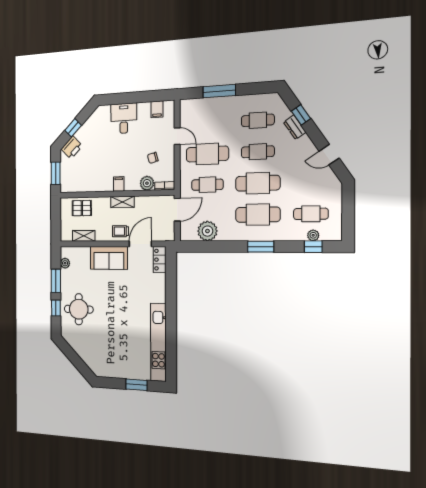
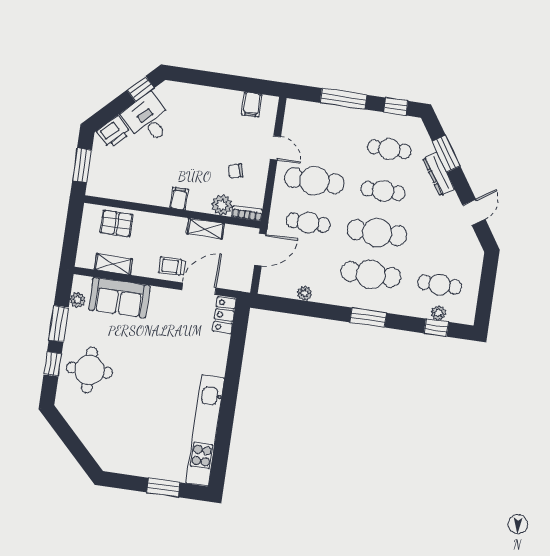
window: (258, 88) -> (396, 107), added
window: (301, 115) -> (446, 154), width x1.50
desk: (124, 118) -> (148, 119), moved, turned -45
dresser: (295, 127) -> (438, 174), width x1.44
window: (73, 128) -> (141, 89), moved
door: (329, 155) -> (474, 212), swing flipped
shelving: (122, 202) -> (205, 229), moved
plant: (207, 231) -> (304, 293), width x0.53, depth x0.53
sofa: (109, 258) -> (119, 298), moved

